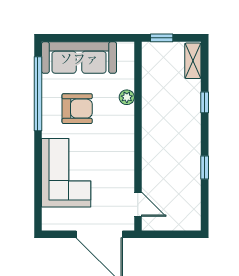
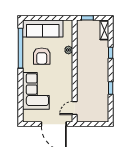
armchair: (77, 109) -> (42, 56), turned 90
door: (138, 204) -> (75, 108), swing flipped

